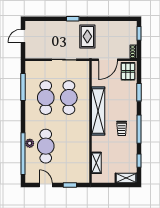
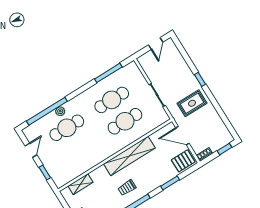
door: (23, 36) -> (156, 44), swing flipped

